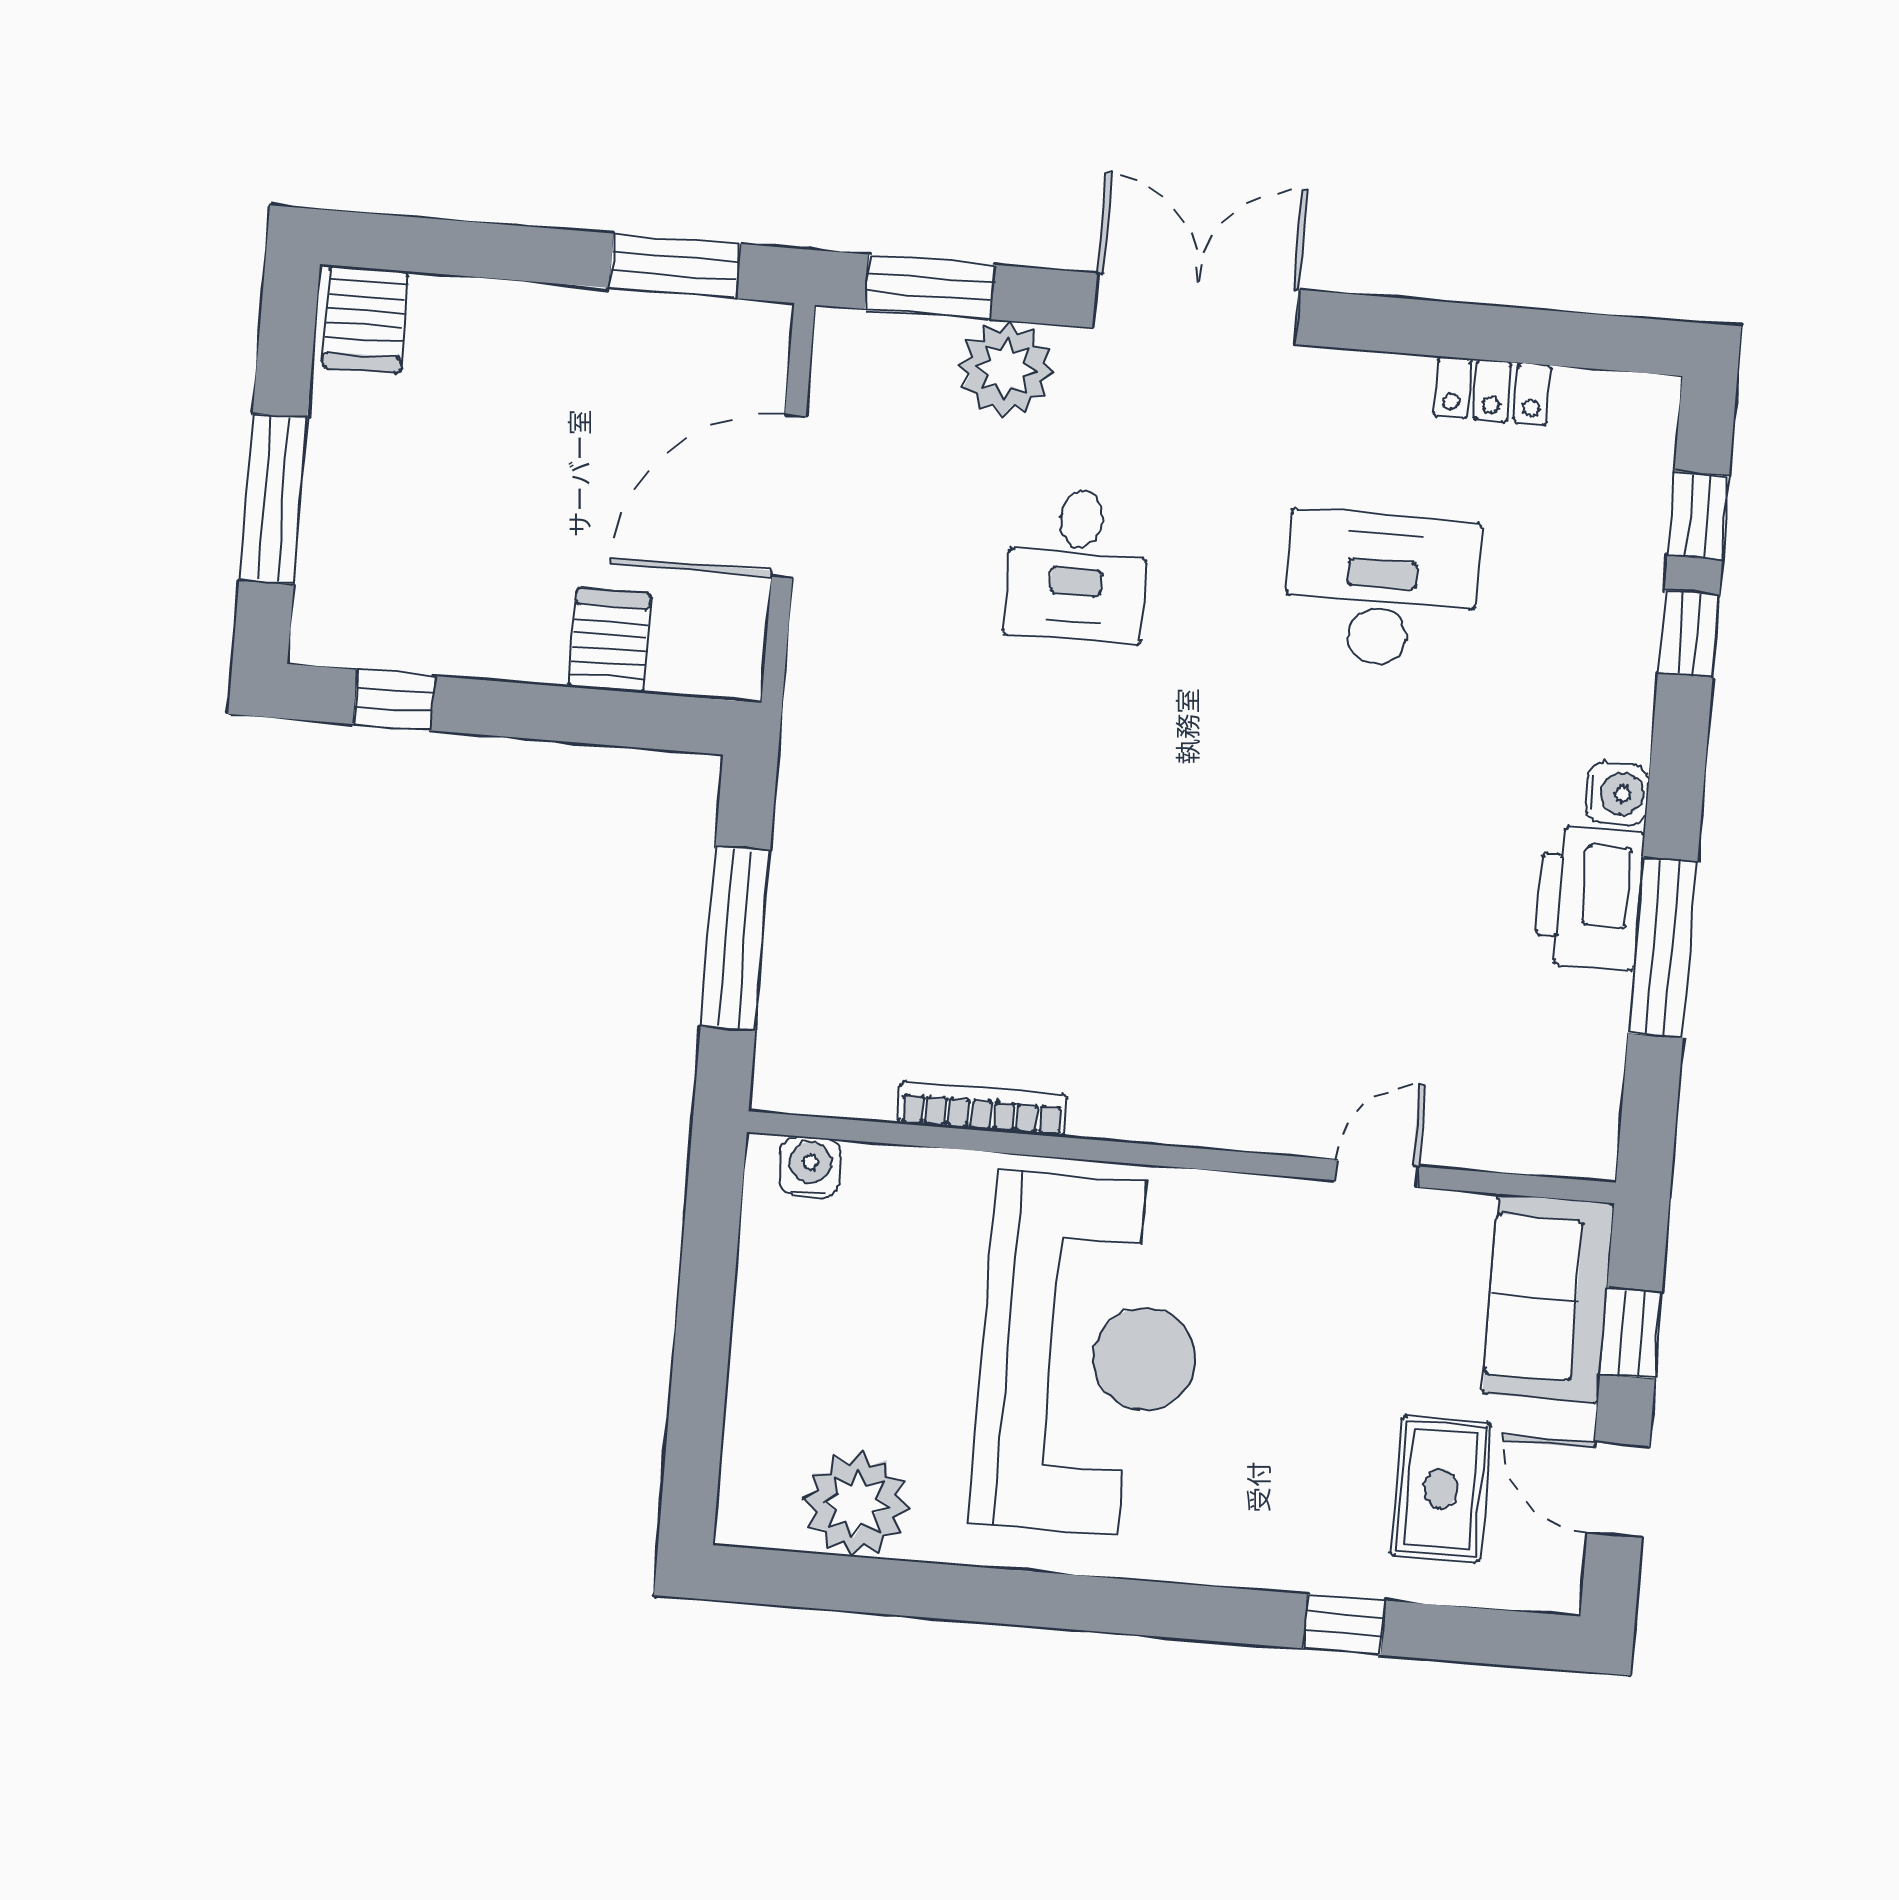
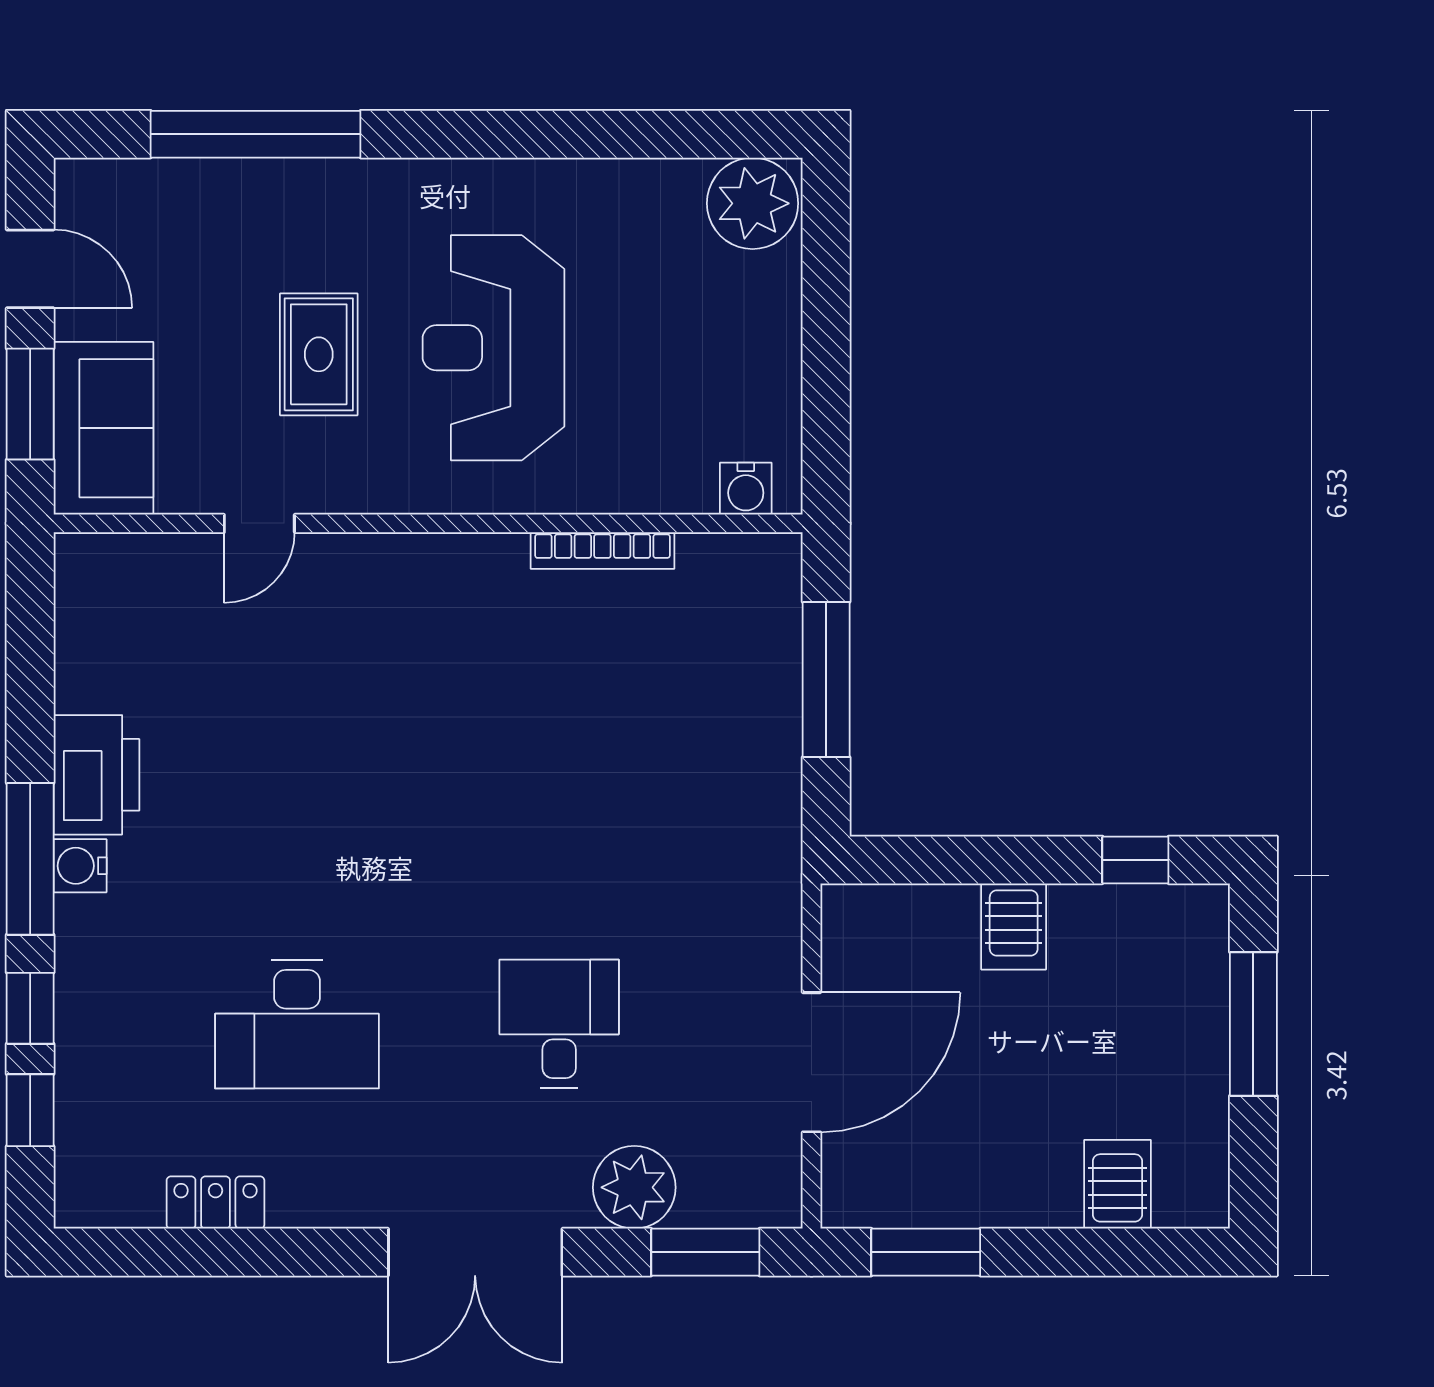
server rack: (365, 319) -> (1117, 1184), moved
server rack: (610, 640) -> (1014, 926), moved
window: (1663, 948) -> (30, 859), moved
window: (1631, 1333) -> (30, 404), width x1.50
reception desk: (1089, 1354) -> (493, 348), width x0.74, depth x0.77
rug: (1441, 1489) -> (319, 354), moved
plant: (856, 1504) -> (753, 203), moved
window: (1344, 1625) -> (256, 134), width x3.17

